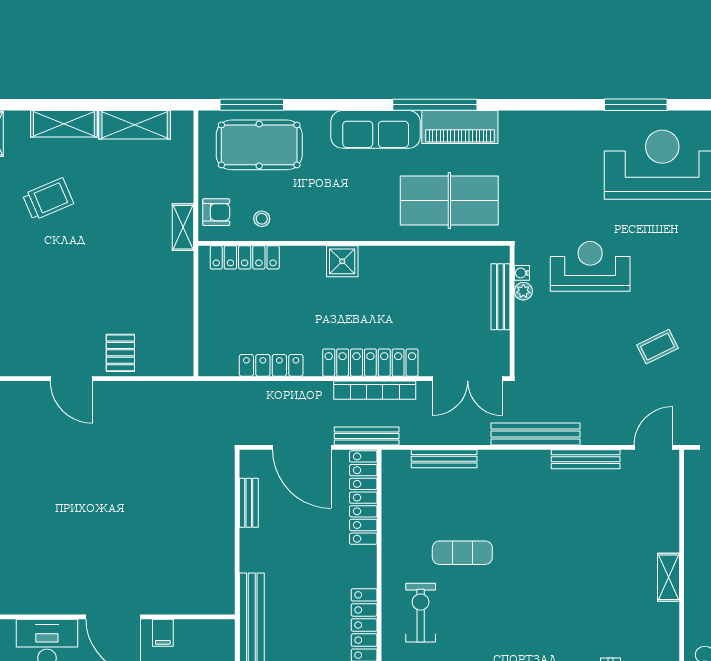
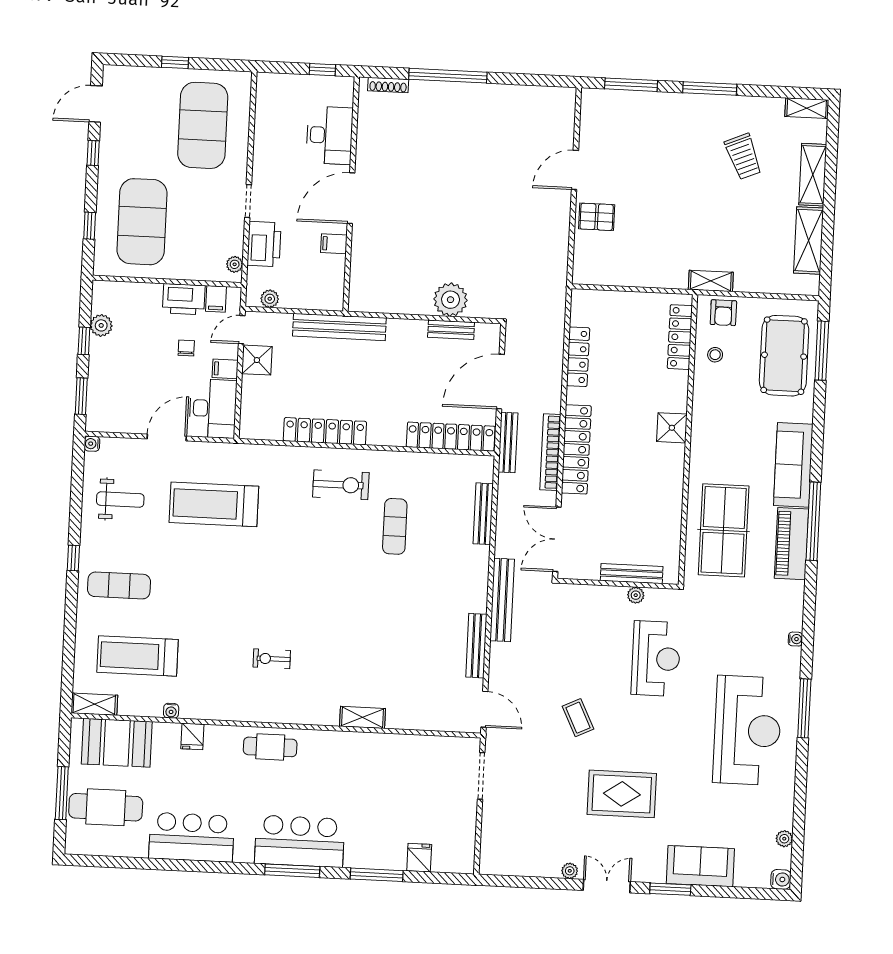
water cooler: (522, 273) -> (795, 639), moved, turned 90
plant: (217, 505) -> (451, 300), added

